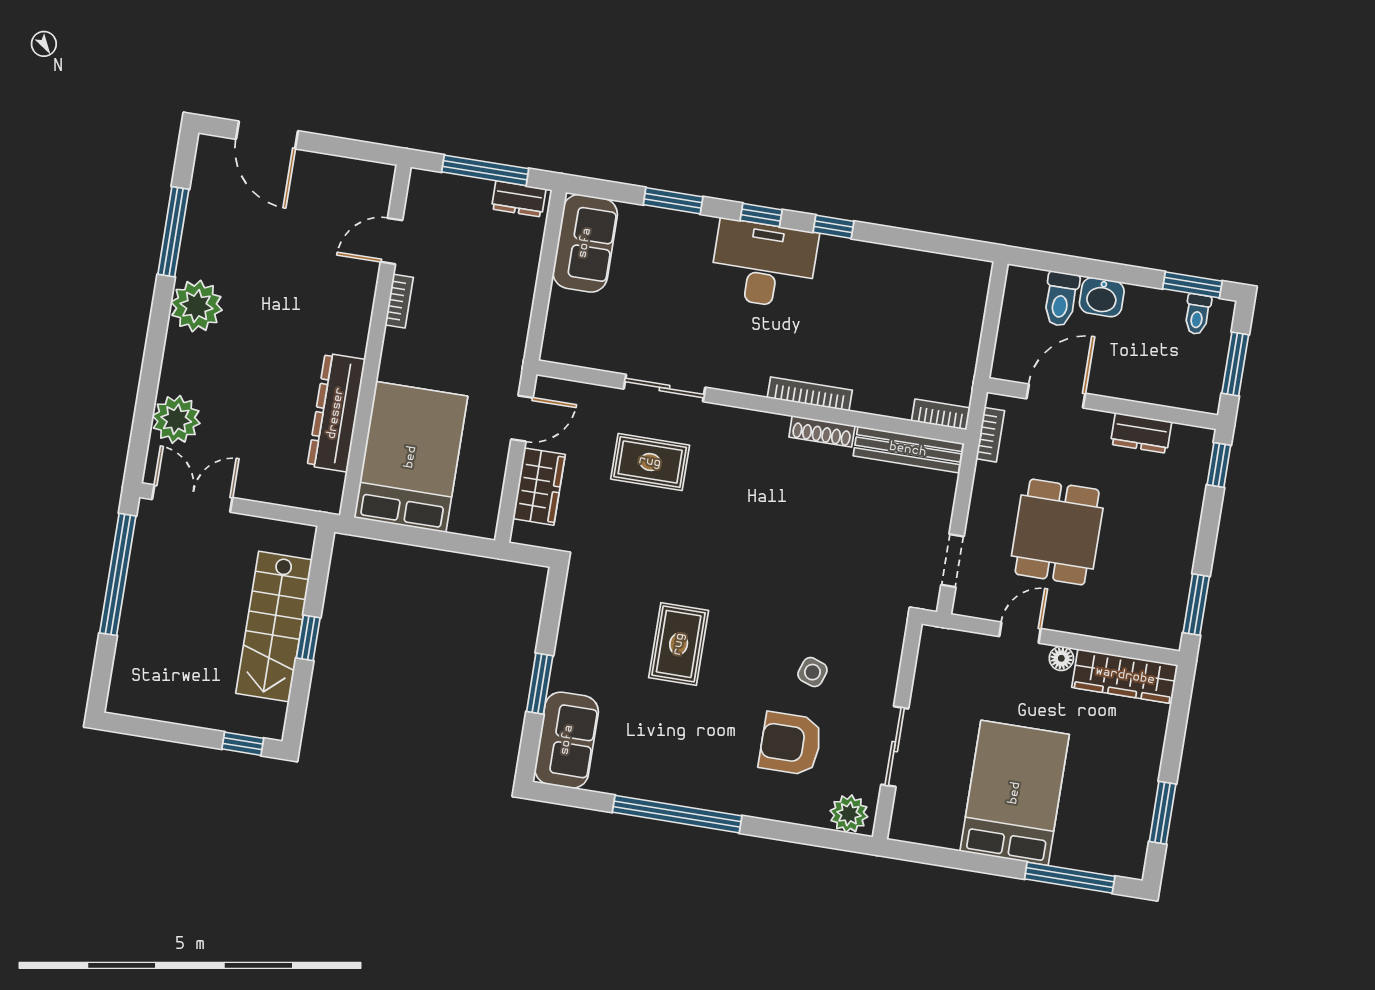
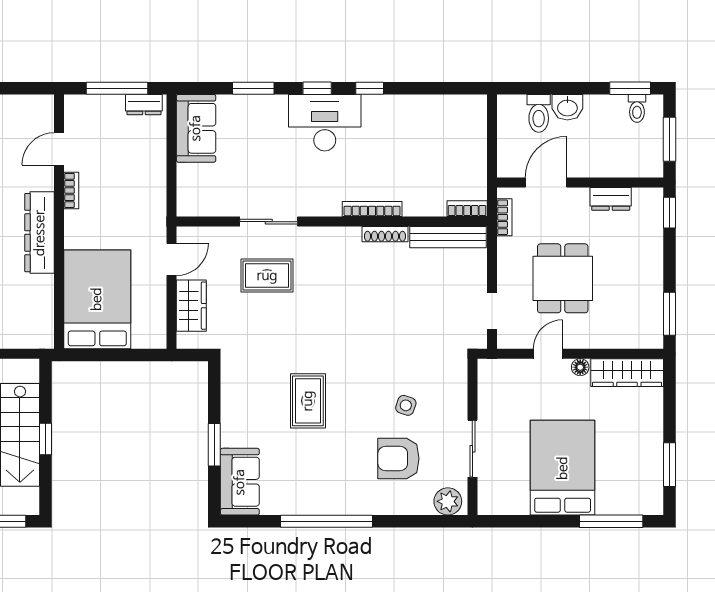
dresser: (336, 413) -> (40, 233), moved

